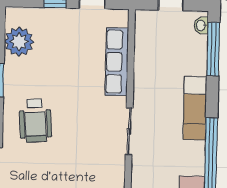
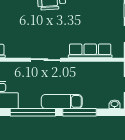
window: (213, 49) -> (79, 112), moved

